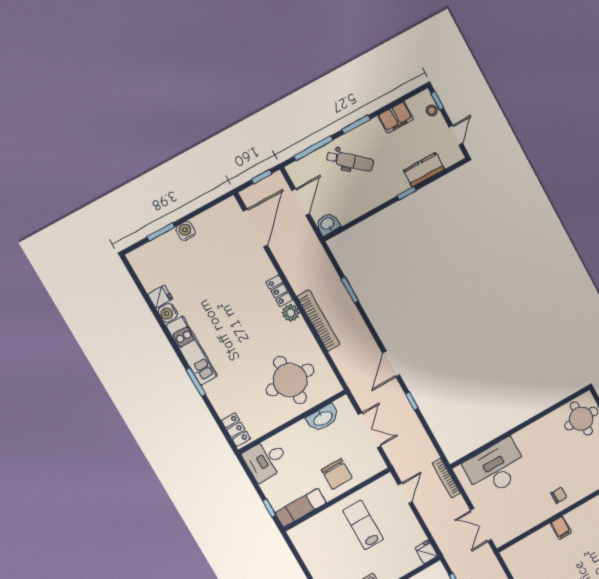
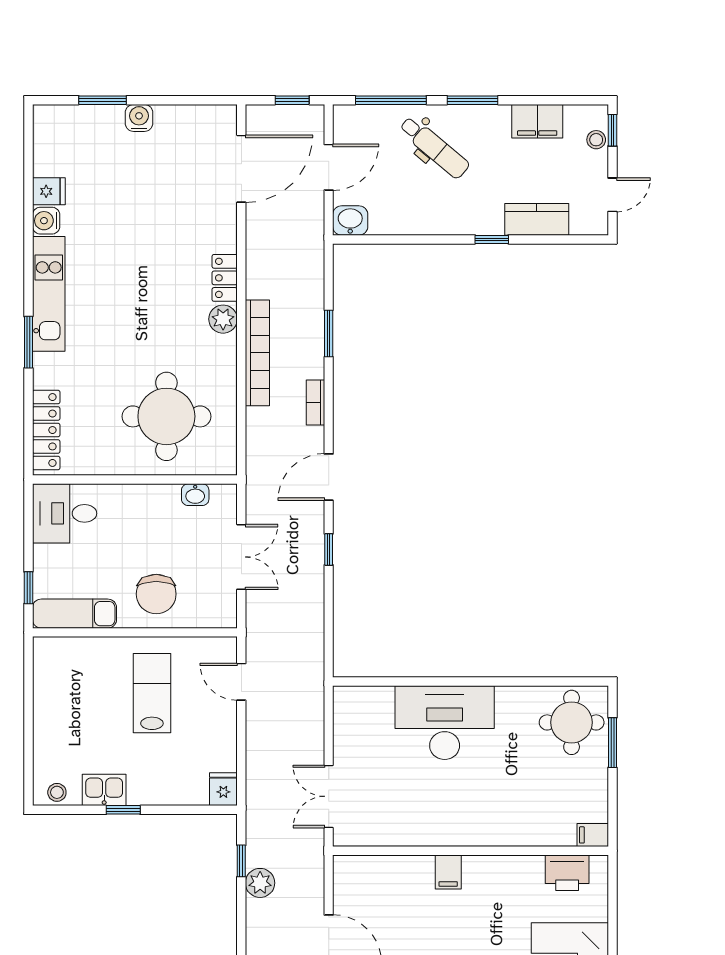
washbasin: (323, 418) -> (195, 495), width x0.52, depth x0.69
locker: (236, 430) -> (46, 430), width x1.53
desk: (496, 468) -> (445, 723), moved
bookcase: (446, 478) -> (315, 403), moved, width x0.64
door: (405, 493) -> (241, 682), swing flipped
chair: (559, 495) -> (472, 820), removed

